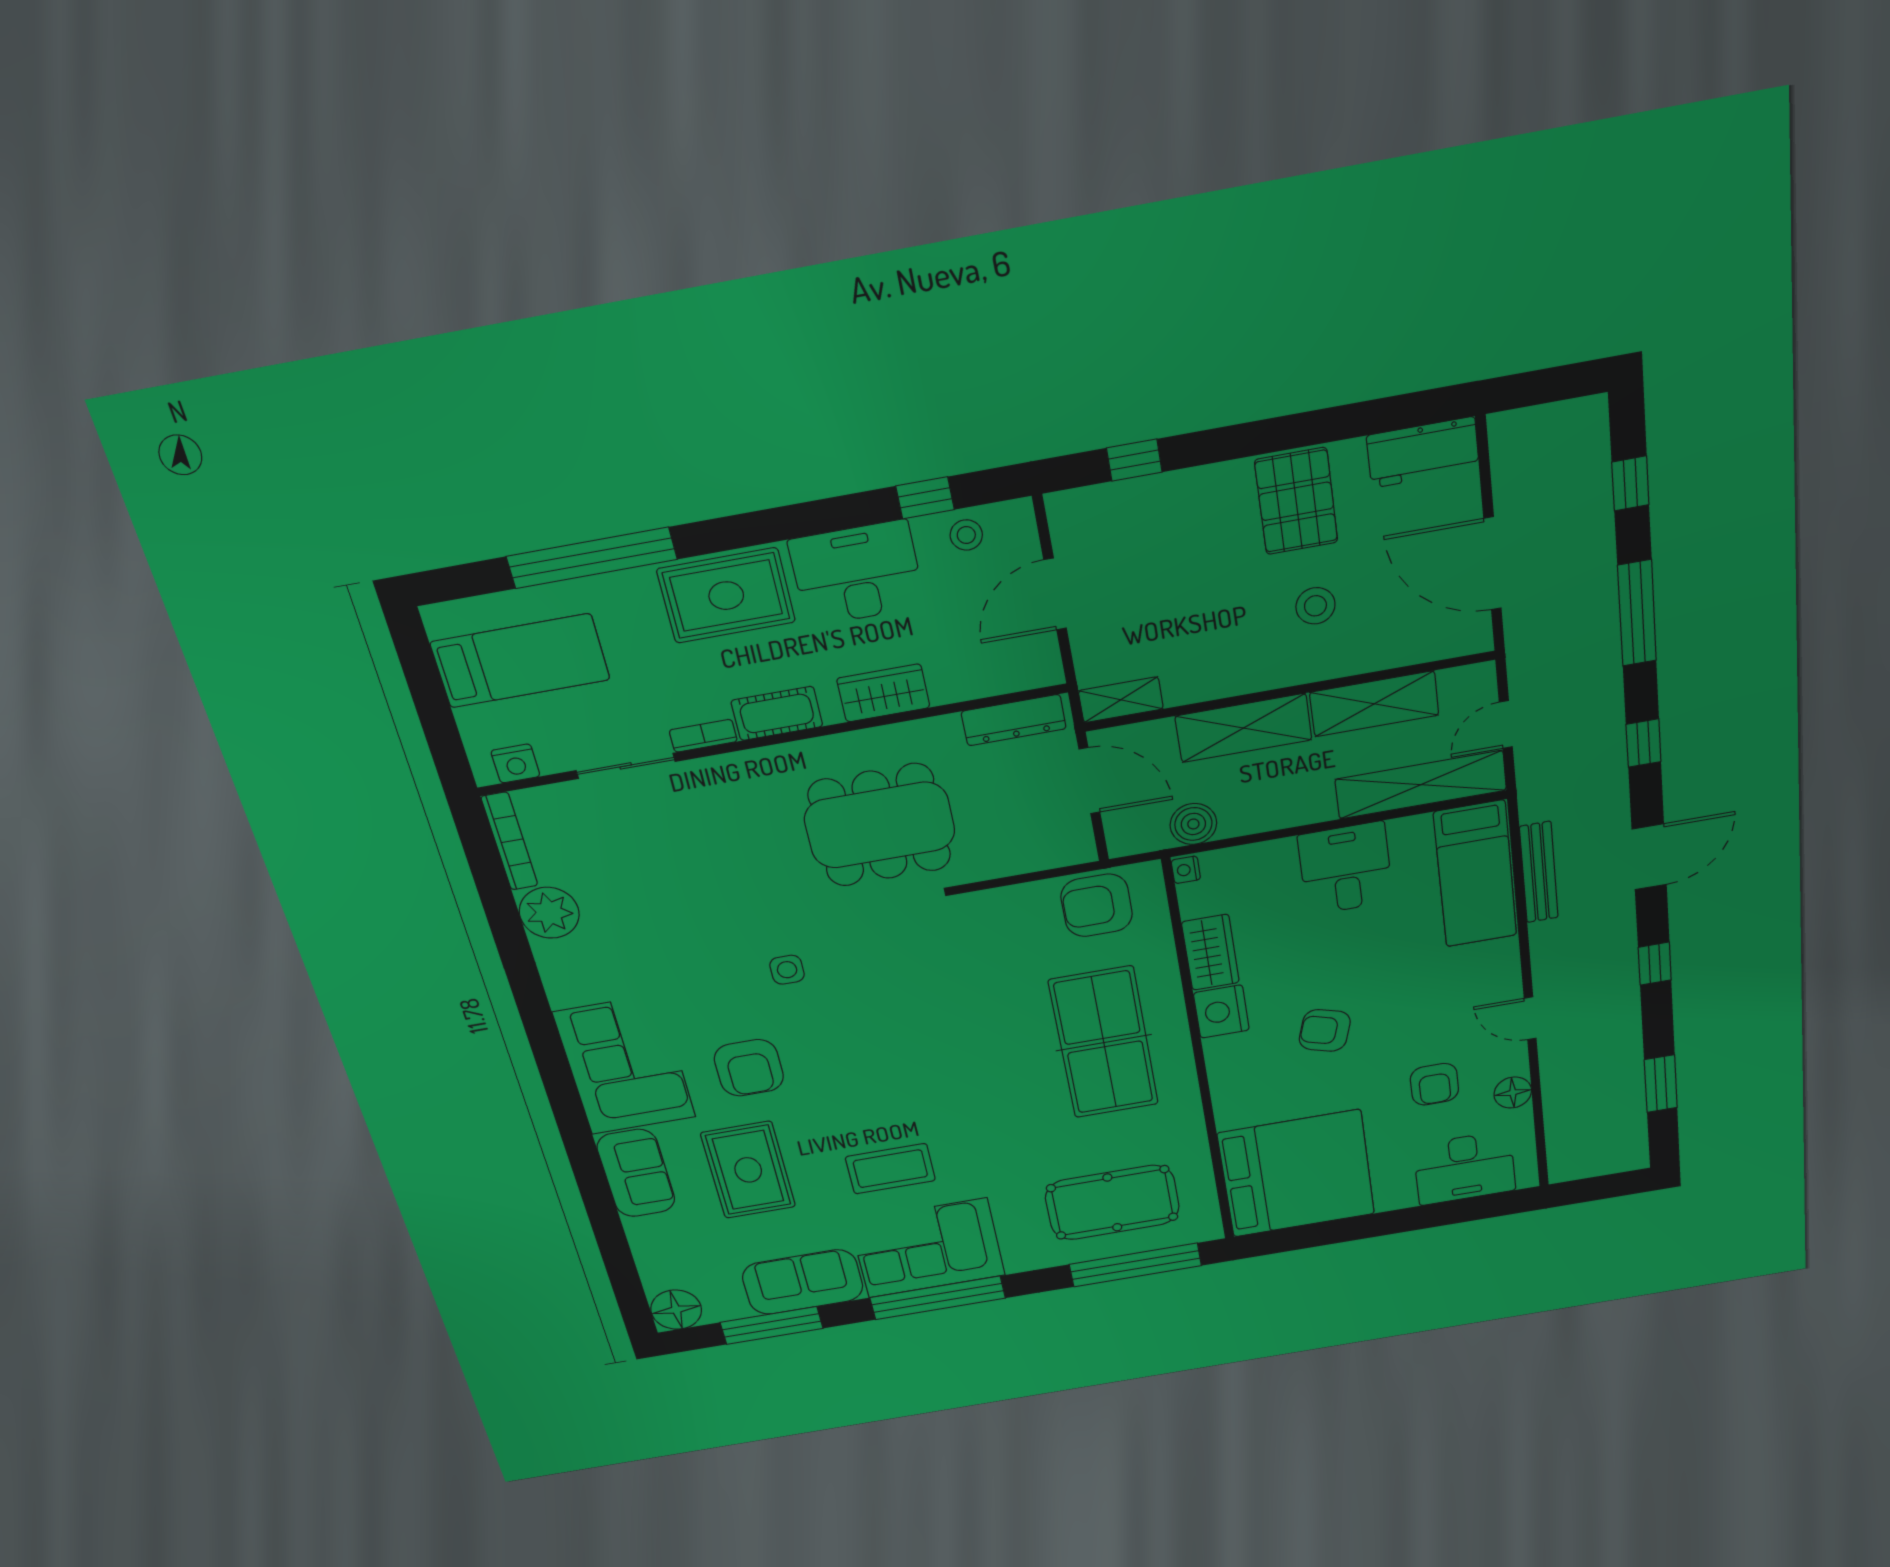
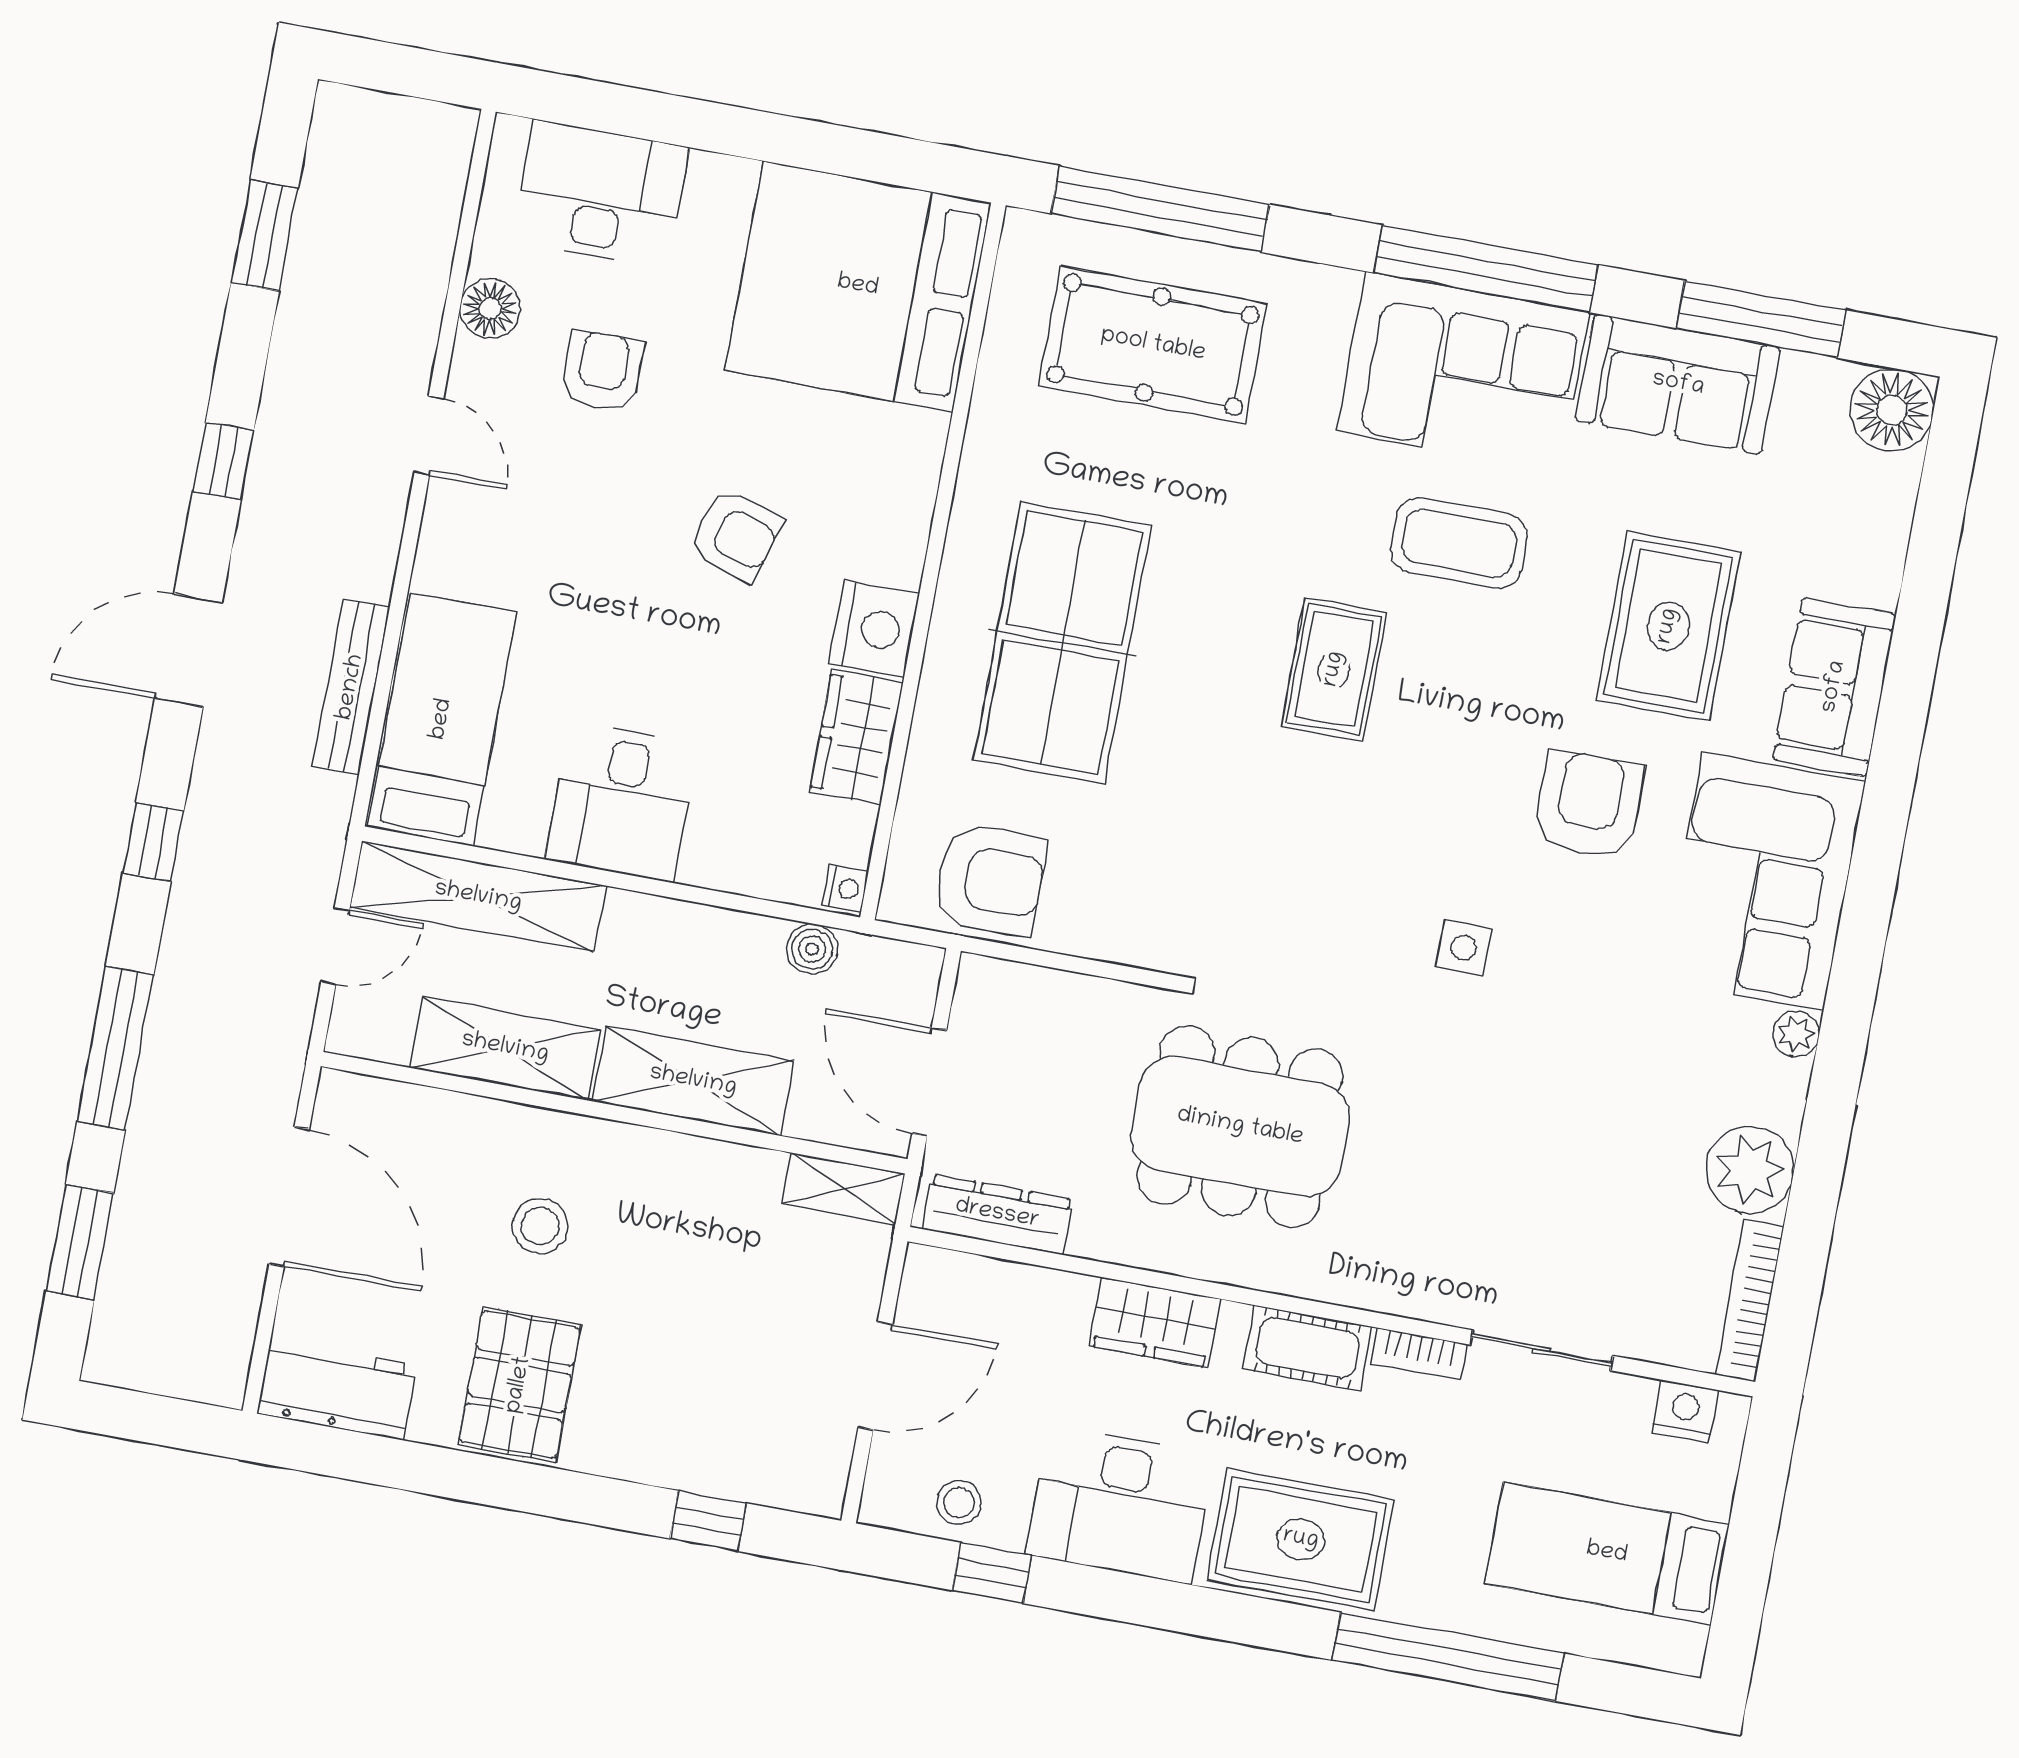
window: (1630, 483) -> (80, 1242), width x1.50
boiler: (1193, 824) -> (812, 949), width x0.73, depth x0.73
plant: (561, 994) -> (1796, 1034), added
rug: (934, 1084) -> (1334, 669), added

